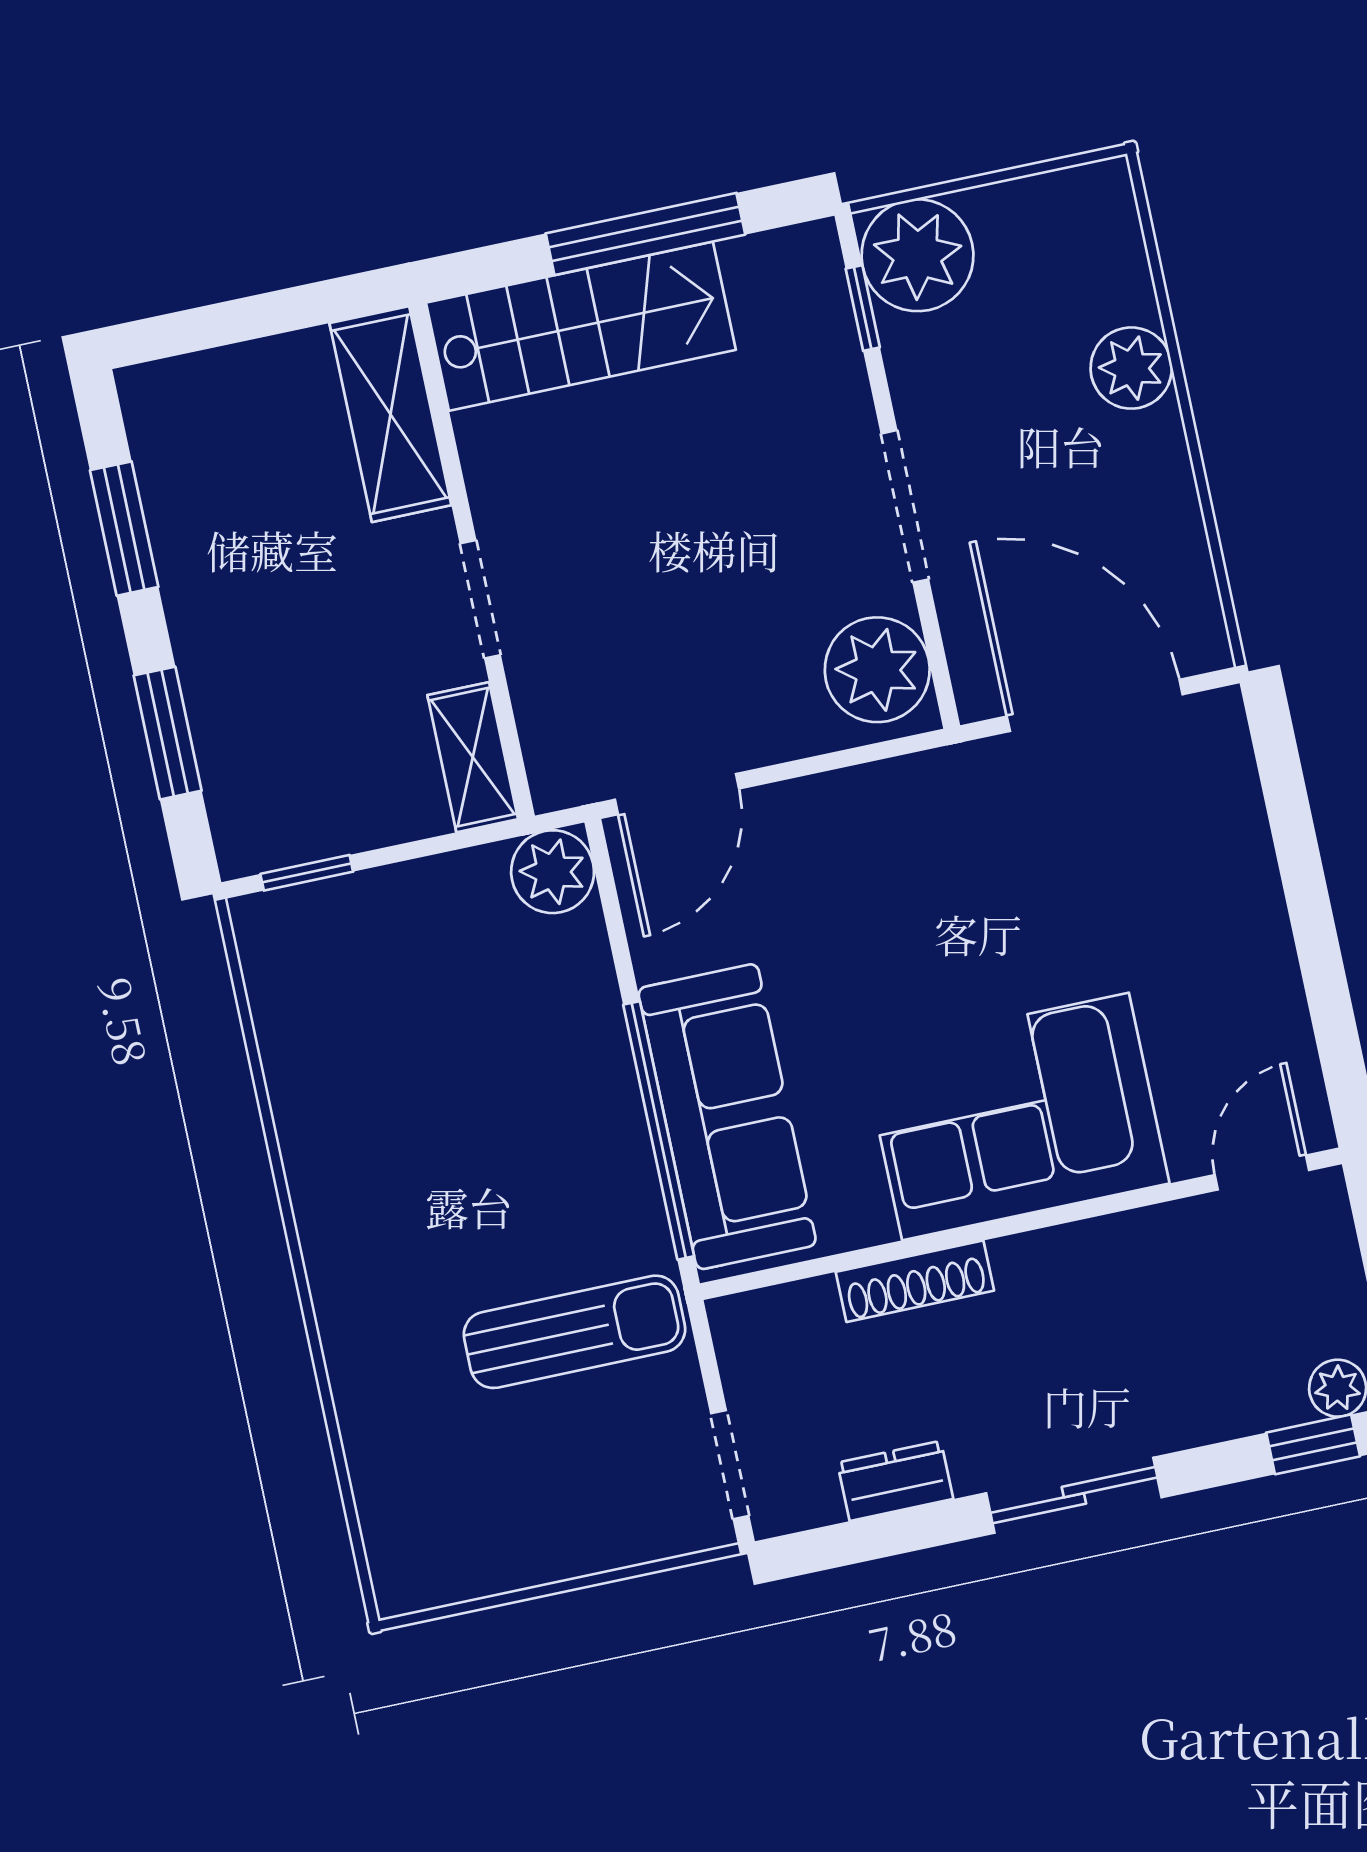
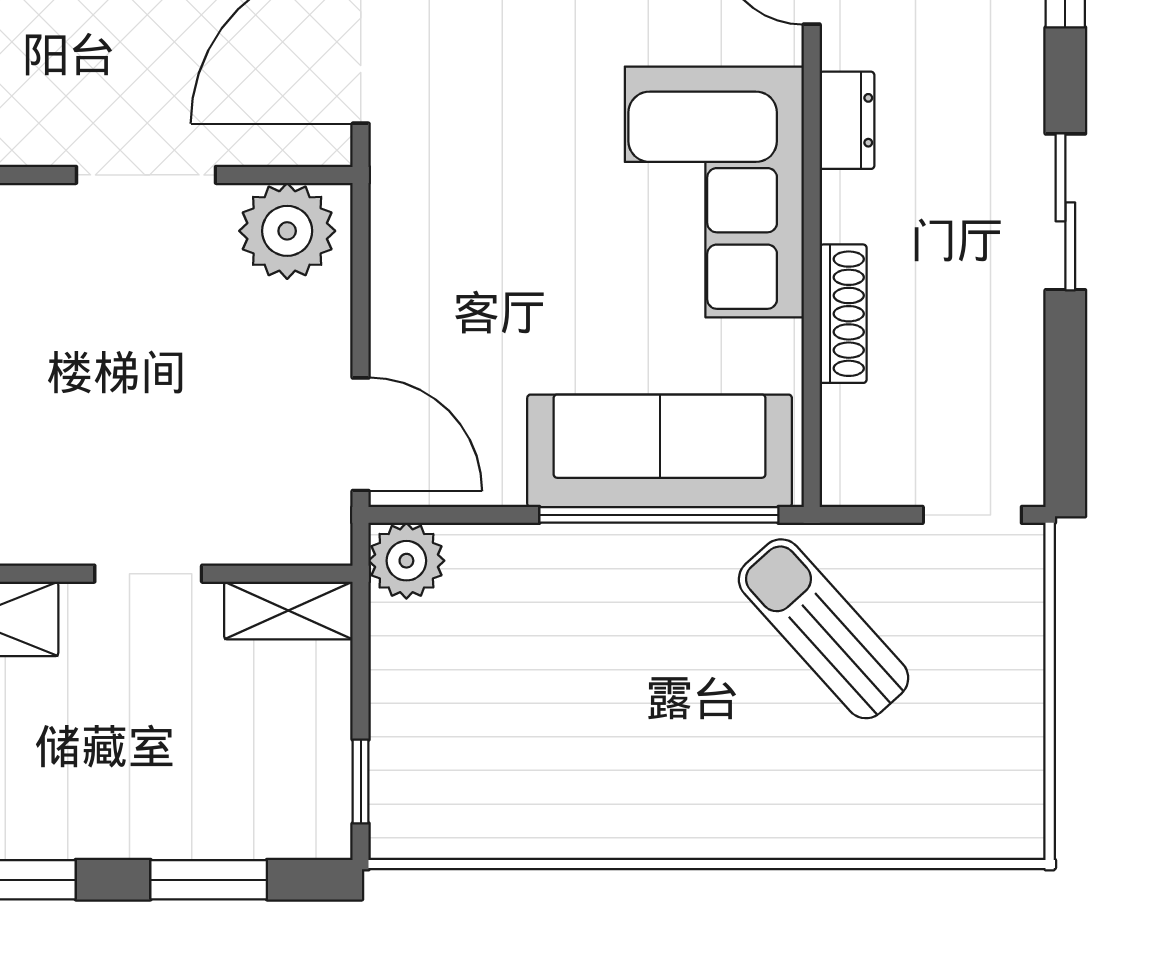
sun lounger: (575, 1332) -> (824, 629), turned -42
dresser: (895, 1481) -> (847, 120), moved, turned 180

